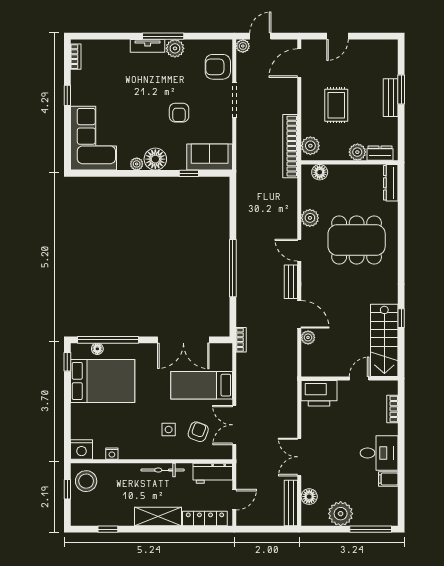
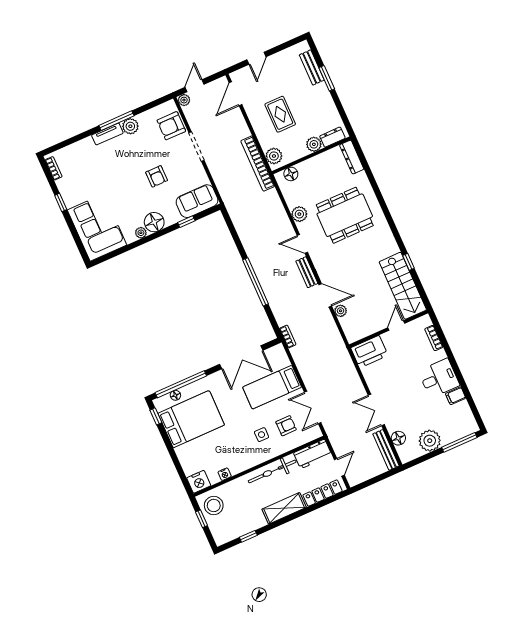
bench: (391, 98) -> (312, 67), moved
armchair: (198, 432) -> (286, 426), turned 70
bicycle: (163, 470) -> (272, 471), width x1.37, depth x1.40

